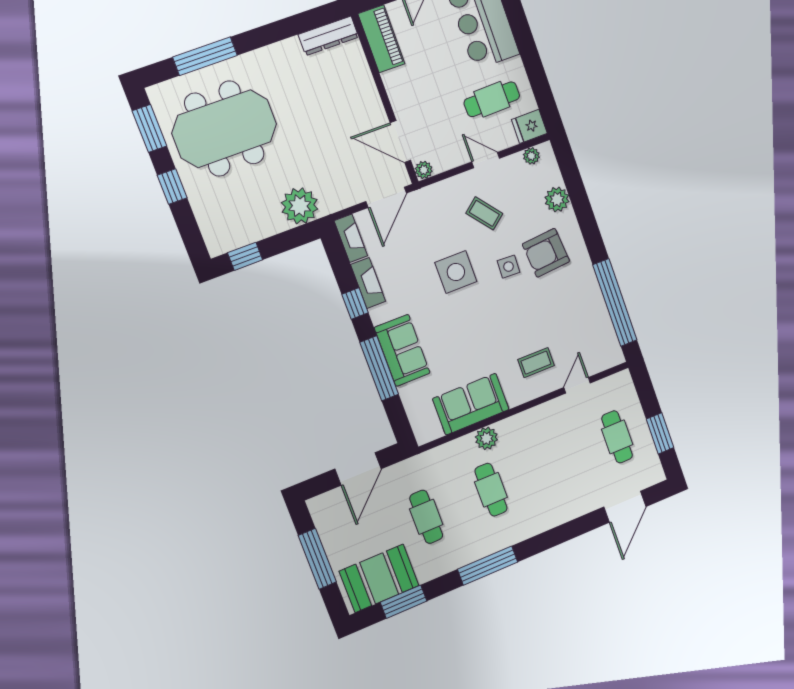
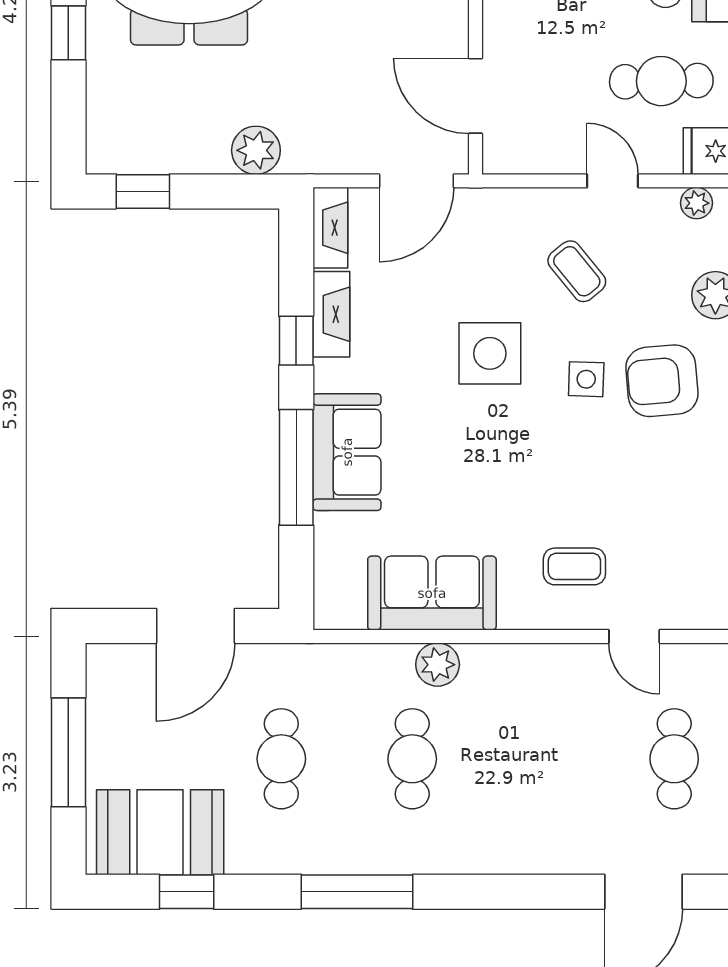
plant: (424, 170) -> (498, 158), removed
plant: (300, 206) -> (256, 150), width x0.73, depth x0.73
door: (577, 385) -> (634, 636), swing flipped
window: (404, 602) -> (187, 892), width x0.67

